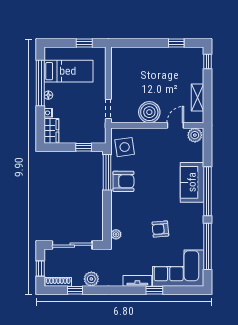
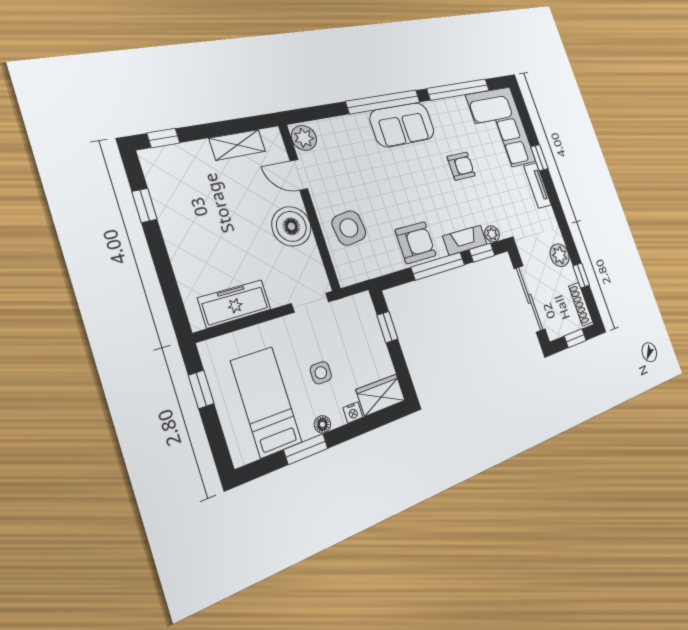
freezer: (119, 71) -> (235, 304), added
window: (40, 83) -> (306, 449), width x0.47
side table: (73, 103) -> (321, 373), added
side table: (125, 147) -> (349, 228), moved
window: (107, 172) -> (438, 266), moved
armchair: (123, 181) -> (416, 243), turned 90
sofa: (192, 182) -> (402, 125), moved
fireplace: (117, 214) -> (465, 240), added
window: (107, 223) -> (482, 253), added
armchair: (160, 229) -> (461, 166), turned -85

